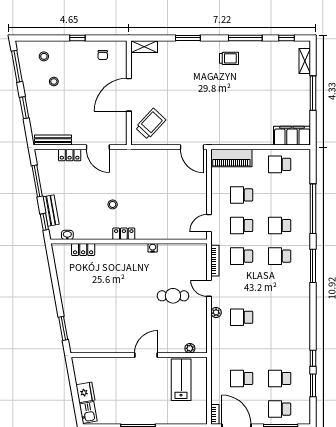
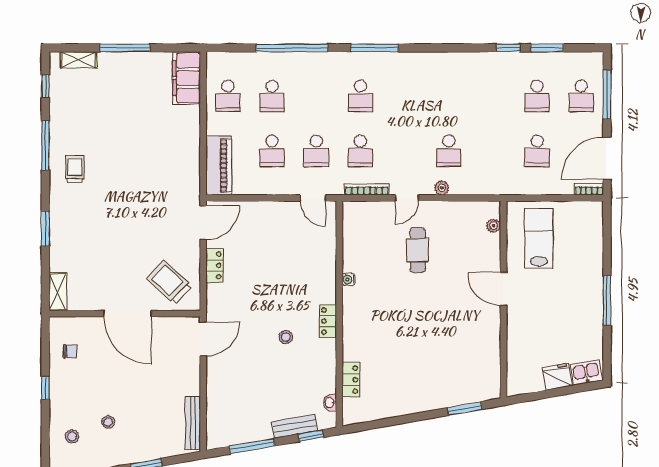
door: (98, 147) -> (203, 339), moved
locker: (70, 155) -> (214, 265), moved
school desk: (280, 226) -> (272, 96), moved
lab bench: (181, 380) -> (539, 238), turned 90

